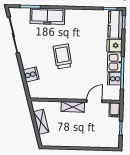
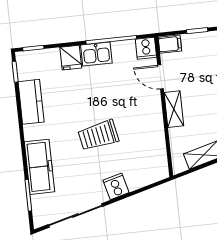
kitchen counter: (115, 24) -> (31, 102), moved, turned -90
cooker: (31, 75) -> (116, 186), moved
cooker: (114, 79) -> (146, 48), moved

